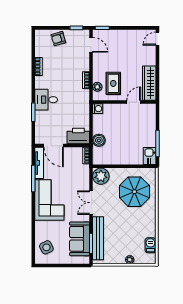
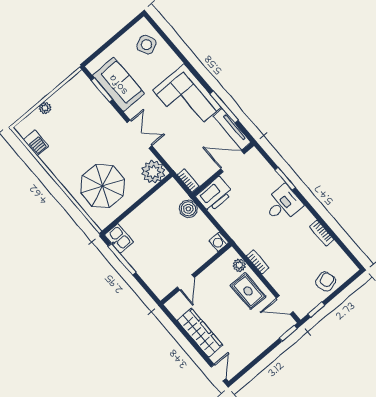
rug: (113, 83) -> (248, 291), moved
wardrobe: (149, 83) -> (200, 333), moved
bench: (98, 238) -> (99, 102), removed

